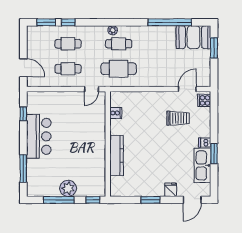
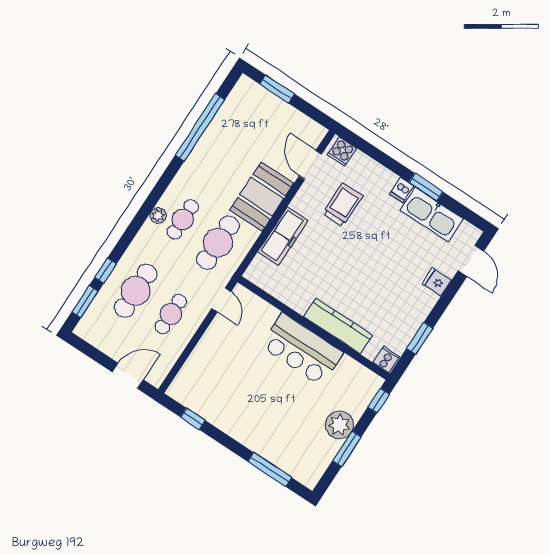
booth: (193, 37) -> (262, 197), moved
cafe table: (68, 44) -> (136, 291), width x1.37, depth x1.35
freezer: (143, 99) -> (283, 236), added
cooker: (116, 113) -> (386, 359), moved
bar counter: (39, 136) -> (302, 349), moved, turned 180
window: (59, 200) -> (347, 449), width x0.69
window: (151, 200) -> (420, 338), moved

